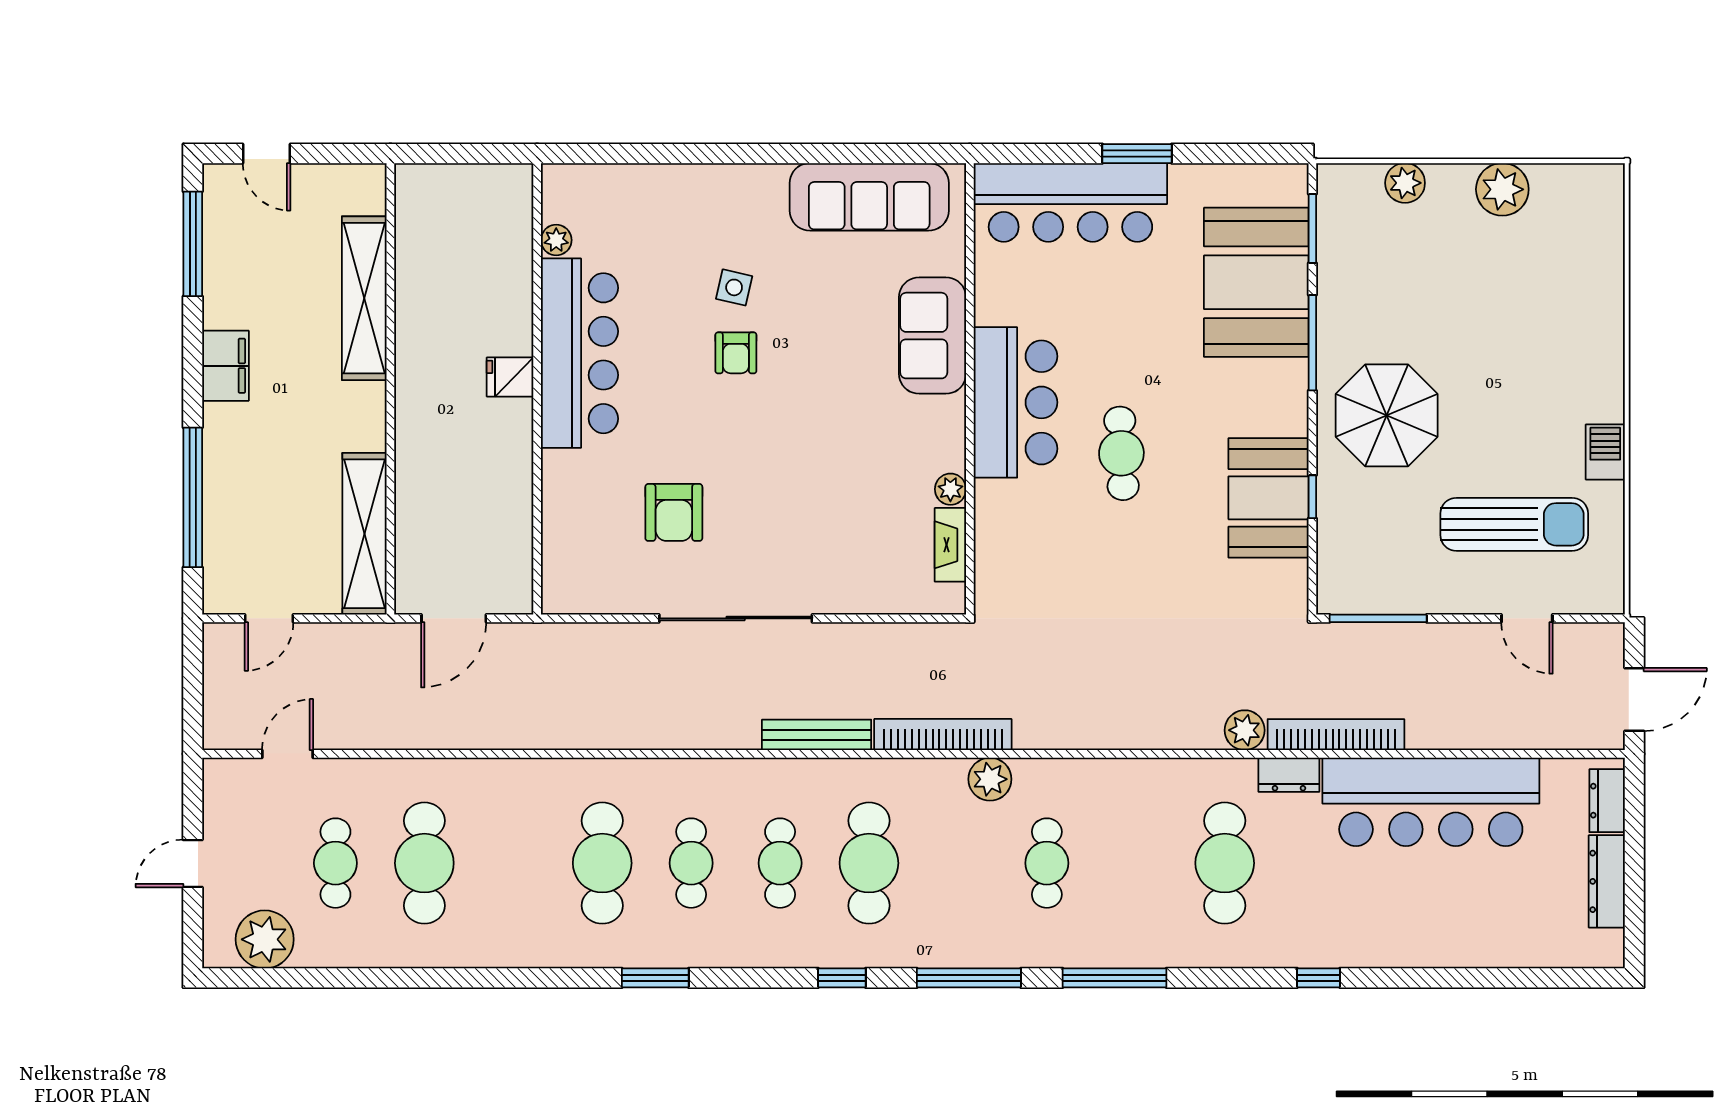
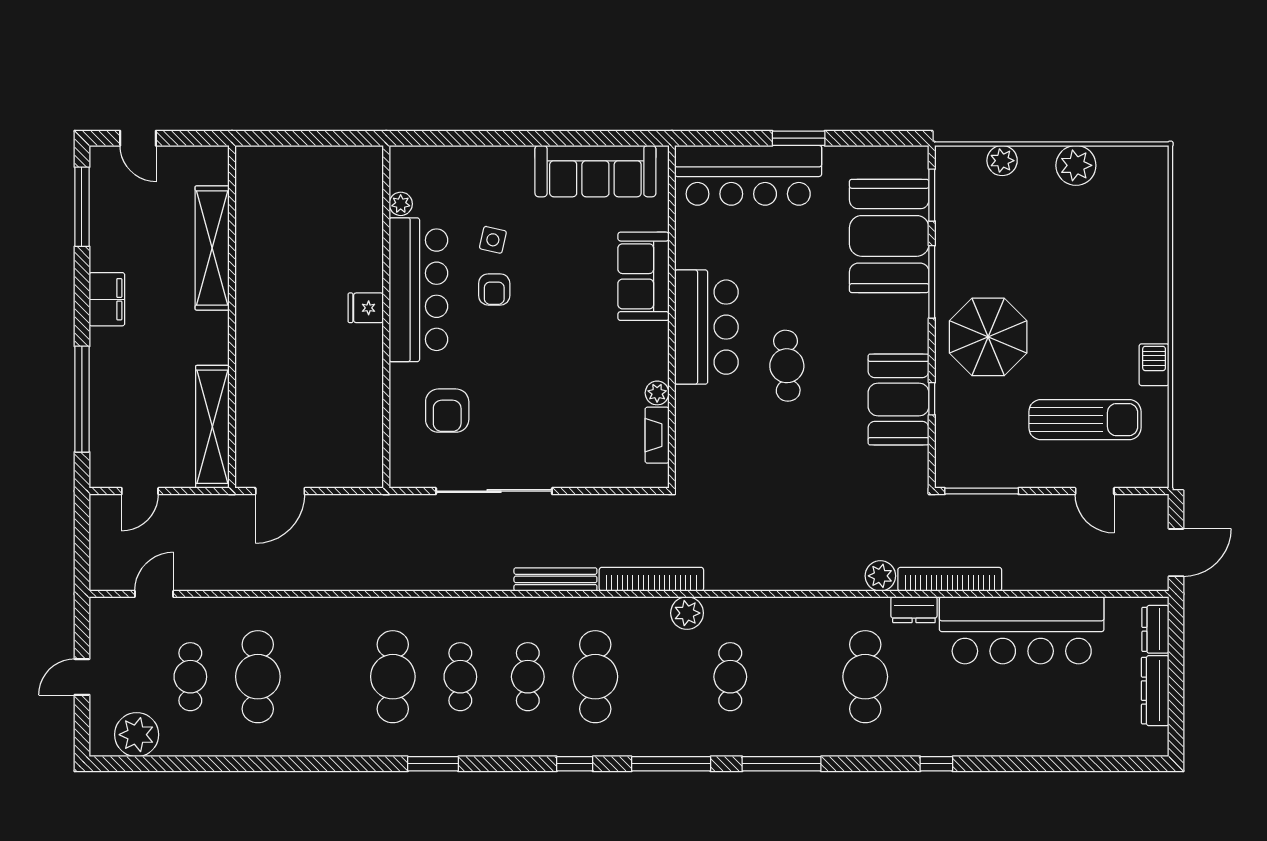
plant: (556, 240) -> (401, 204), moved
bar counter: (579, 353) -> (418, 290), moved
fridge: (510, 377) -> (366, 308), moved
wall: (537, 389) -> (386, 317), moved

